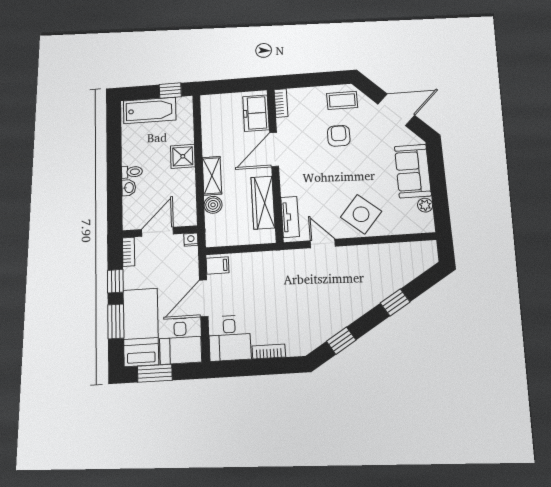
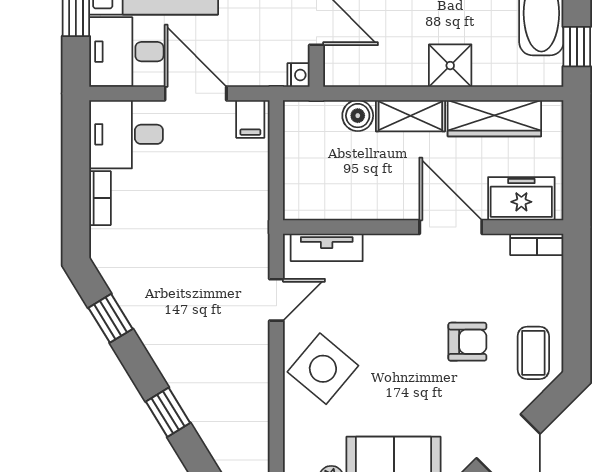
wardrobe: (263, 203) -> (494, 118), moved, turned 180

